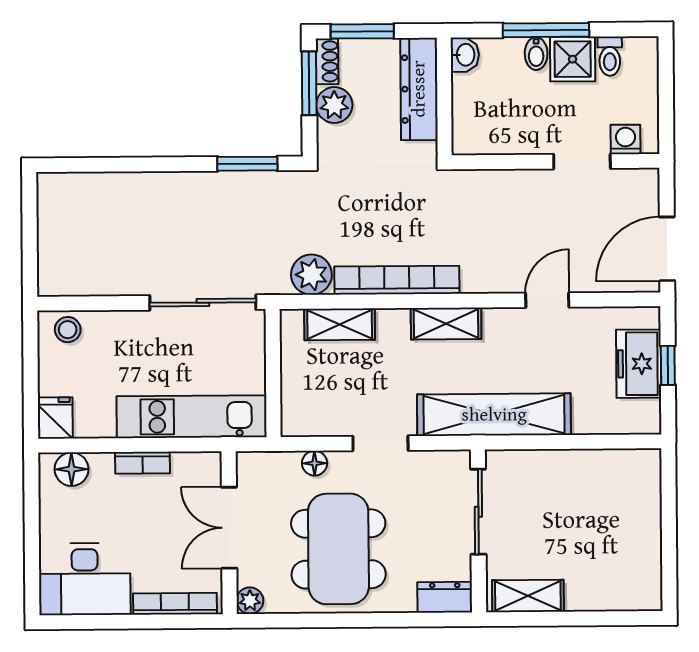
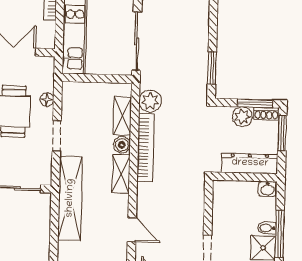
boiler: (393, 323) -> (122, 145), added

